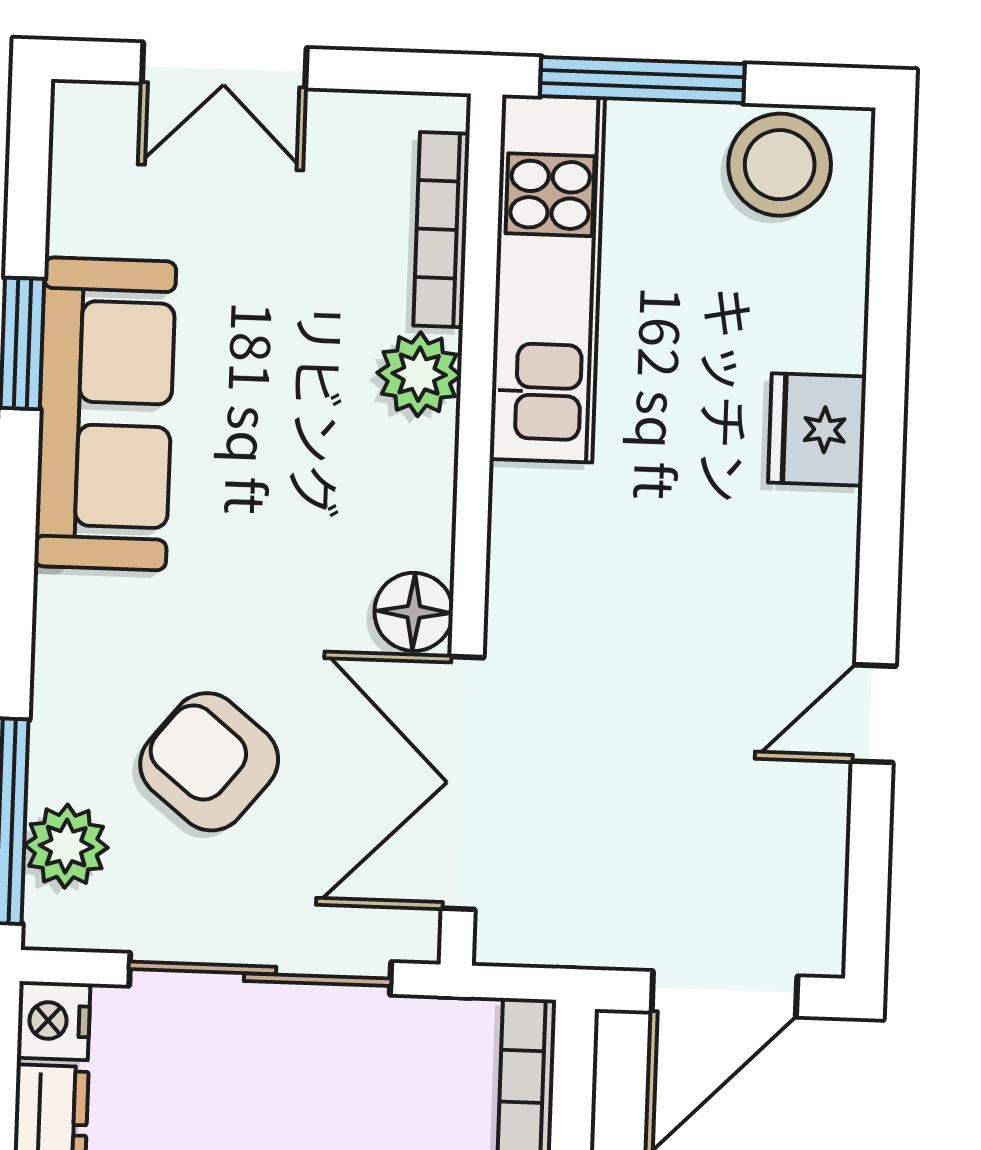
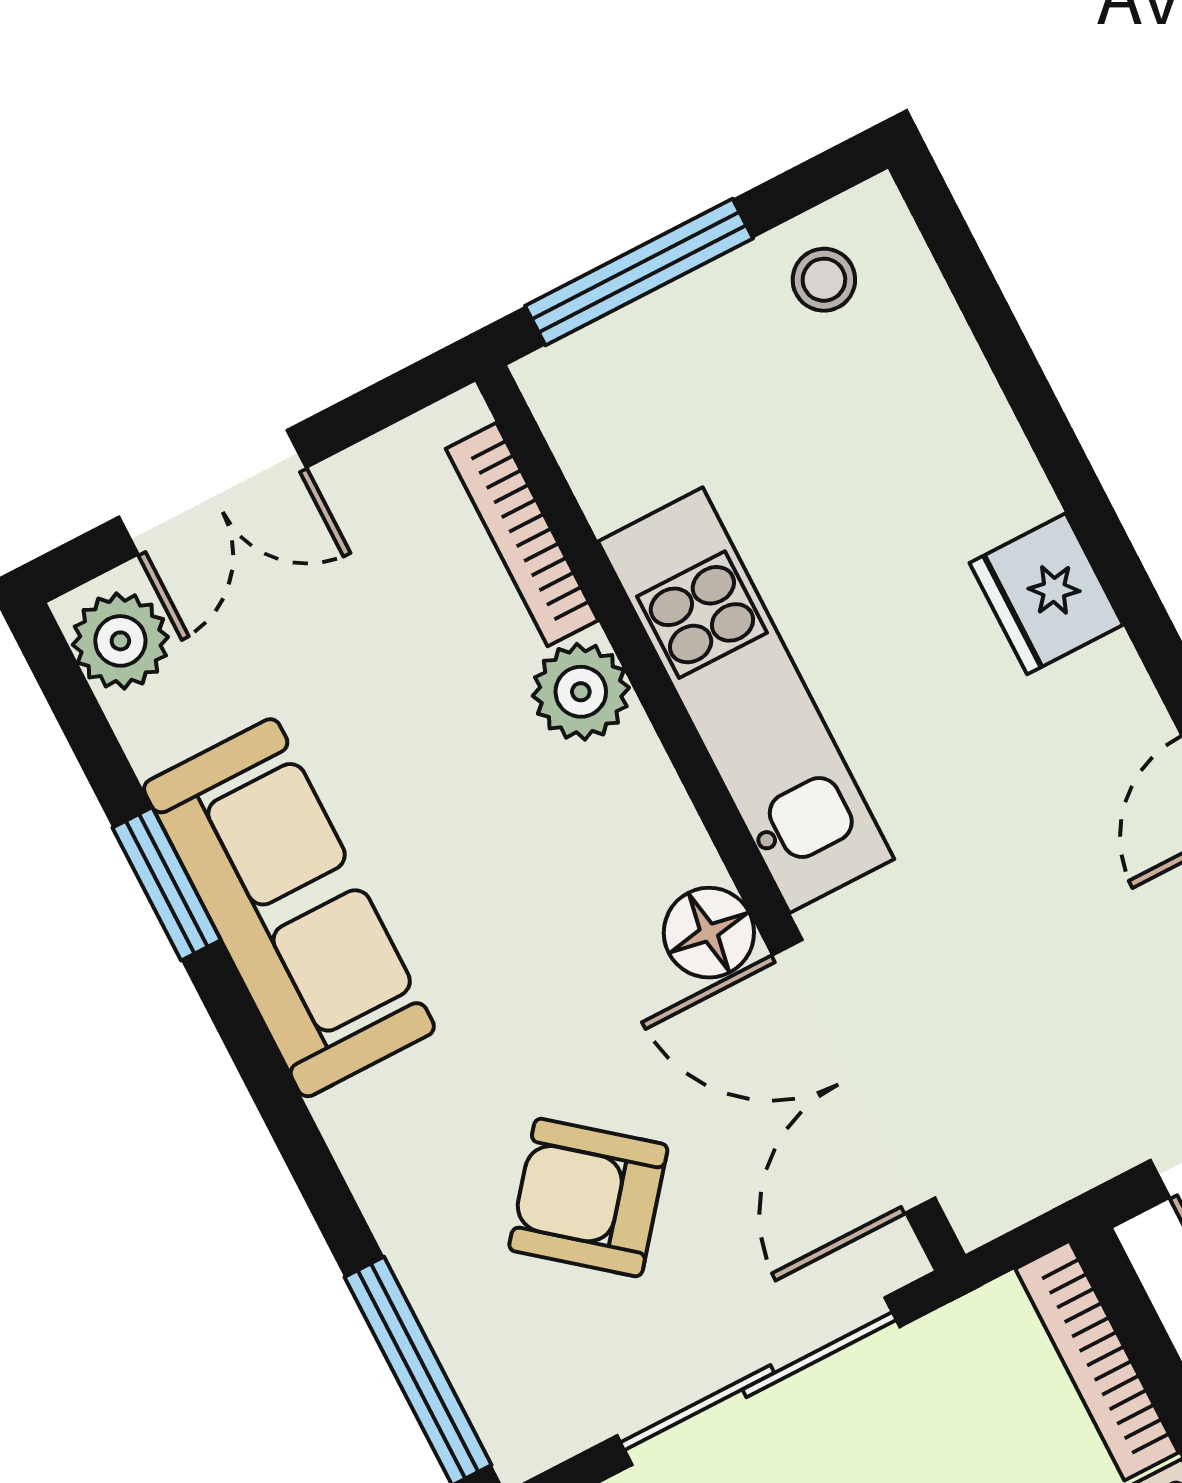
stool: (780, 165) -> (824, 280), width x0.53, depth x0.53
kitchen unit: (547, 279) -> (746, 700), moved
fridge: (817, 430) -> (1046, 594), moved
plant: (66, 846) -> (120, 641), moved

